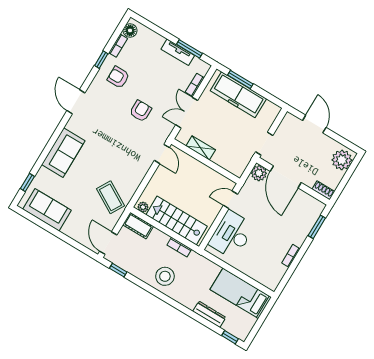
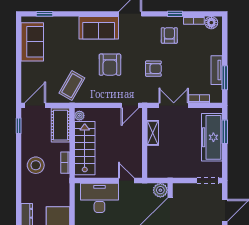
doorway: (264, 144) -> (207, 180), moved
armchair: (112, 150) -> (110, 65), added
sofa: (63, 153) -> (99, 28), moved
cot: (138, 226) -> (60, 125), width x1.37, depth x1.34

